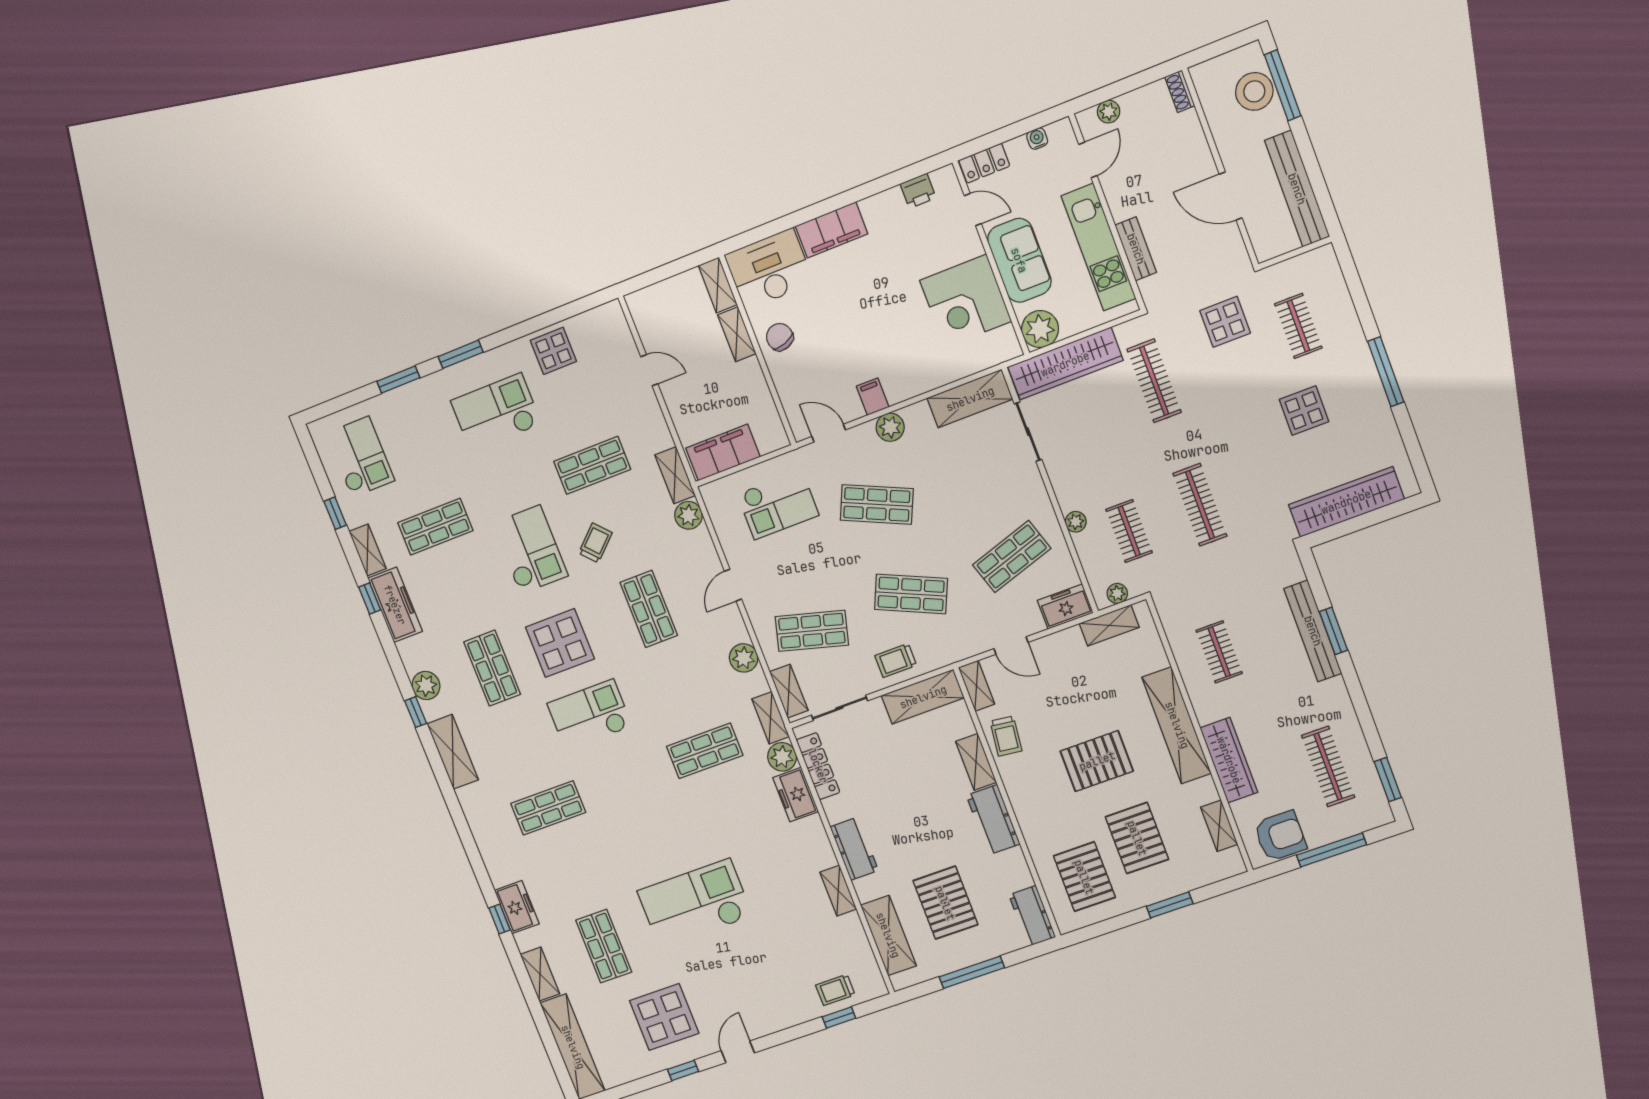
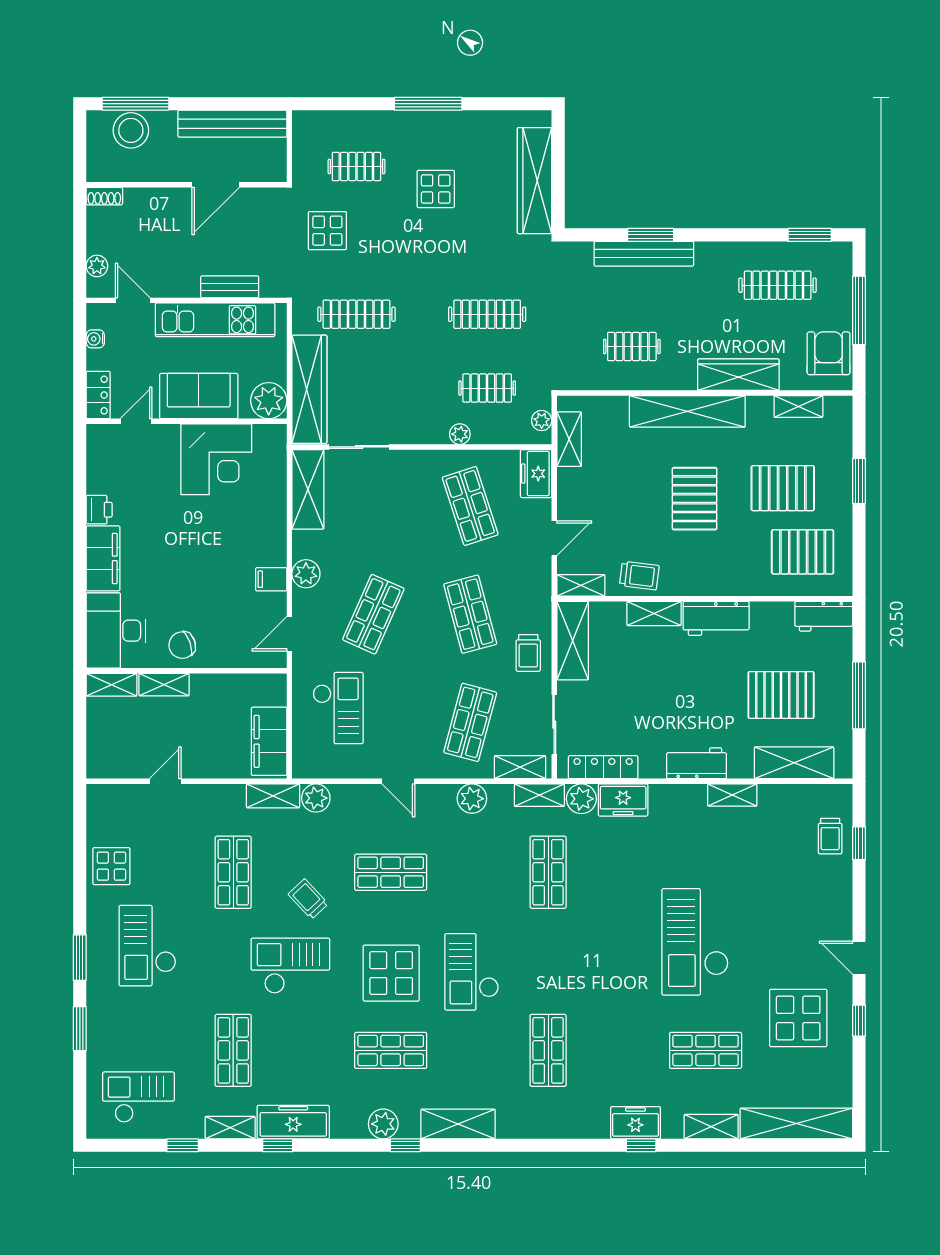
printer: (918, 191) -> (99, 510), moved
shop shelf: (911, 594) -> (470, 614), turned -39

